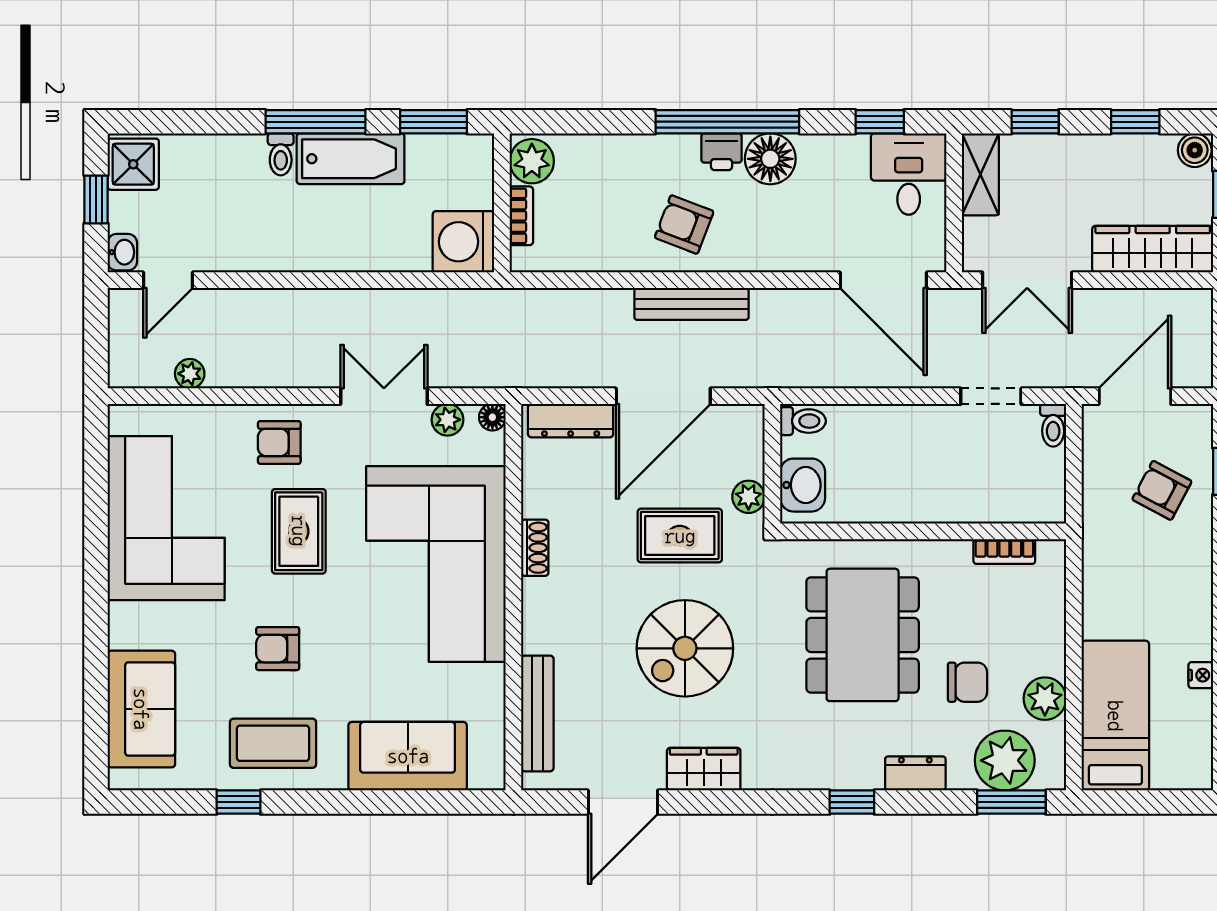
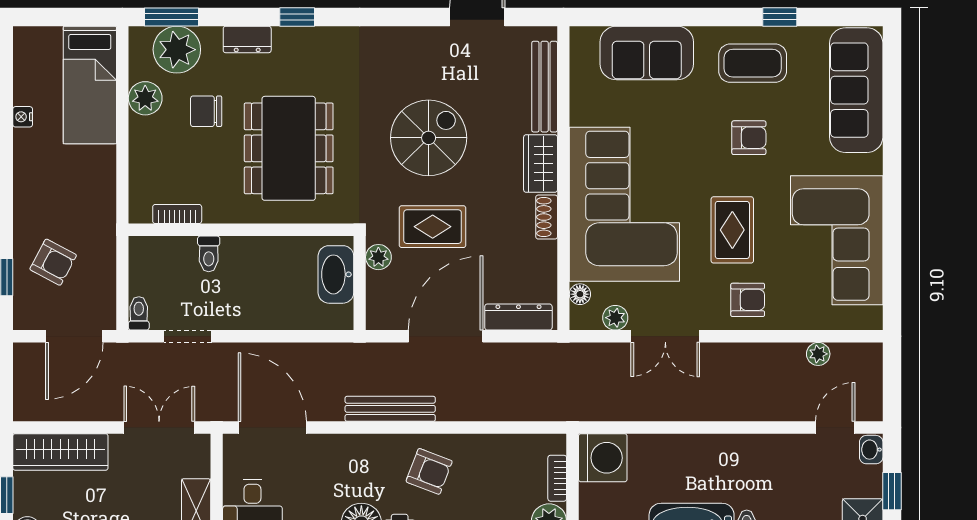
bench: (692, 304) -> (390, 409), moved
floor lamp: (492, 417) -> (580, 294), moved
toilet: (803, 421) -> (209, 254), moved, turned -90
washbasin: (803, 485) -> (336, 274), width x1.38
sofa: (141, 709) -> (856, 90), width x1.36
wardrobe: (704, 769) -> (541, 164), moved, turned 90

